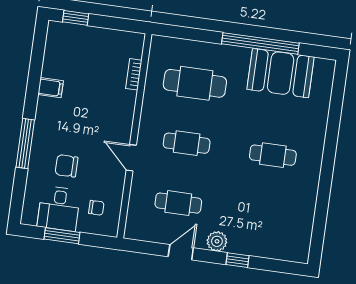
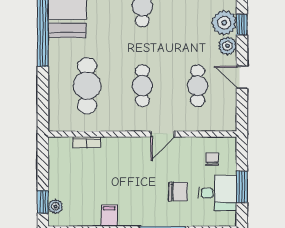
plant: (69, 31) -> (55, 206), added
chair: (67, 166) -> (178, 192), turned -90
plant: (242, 241) -> (224, 23), added

